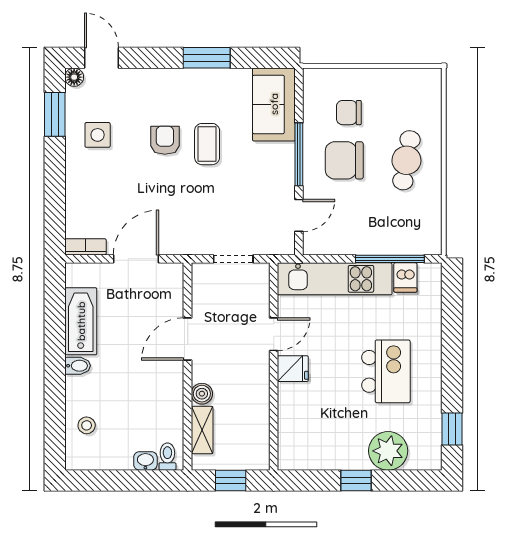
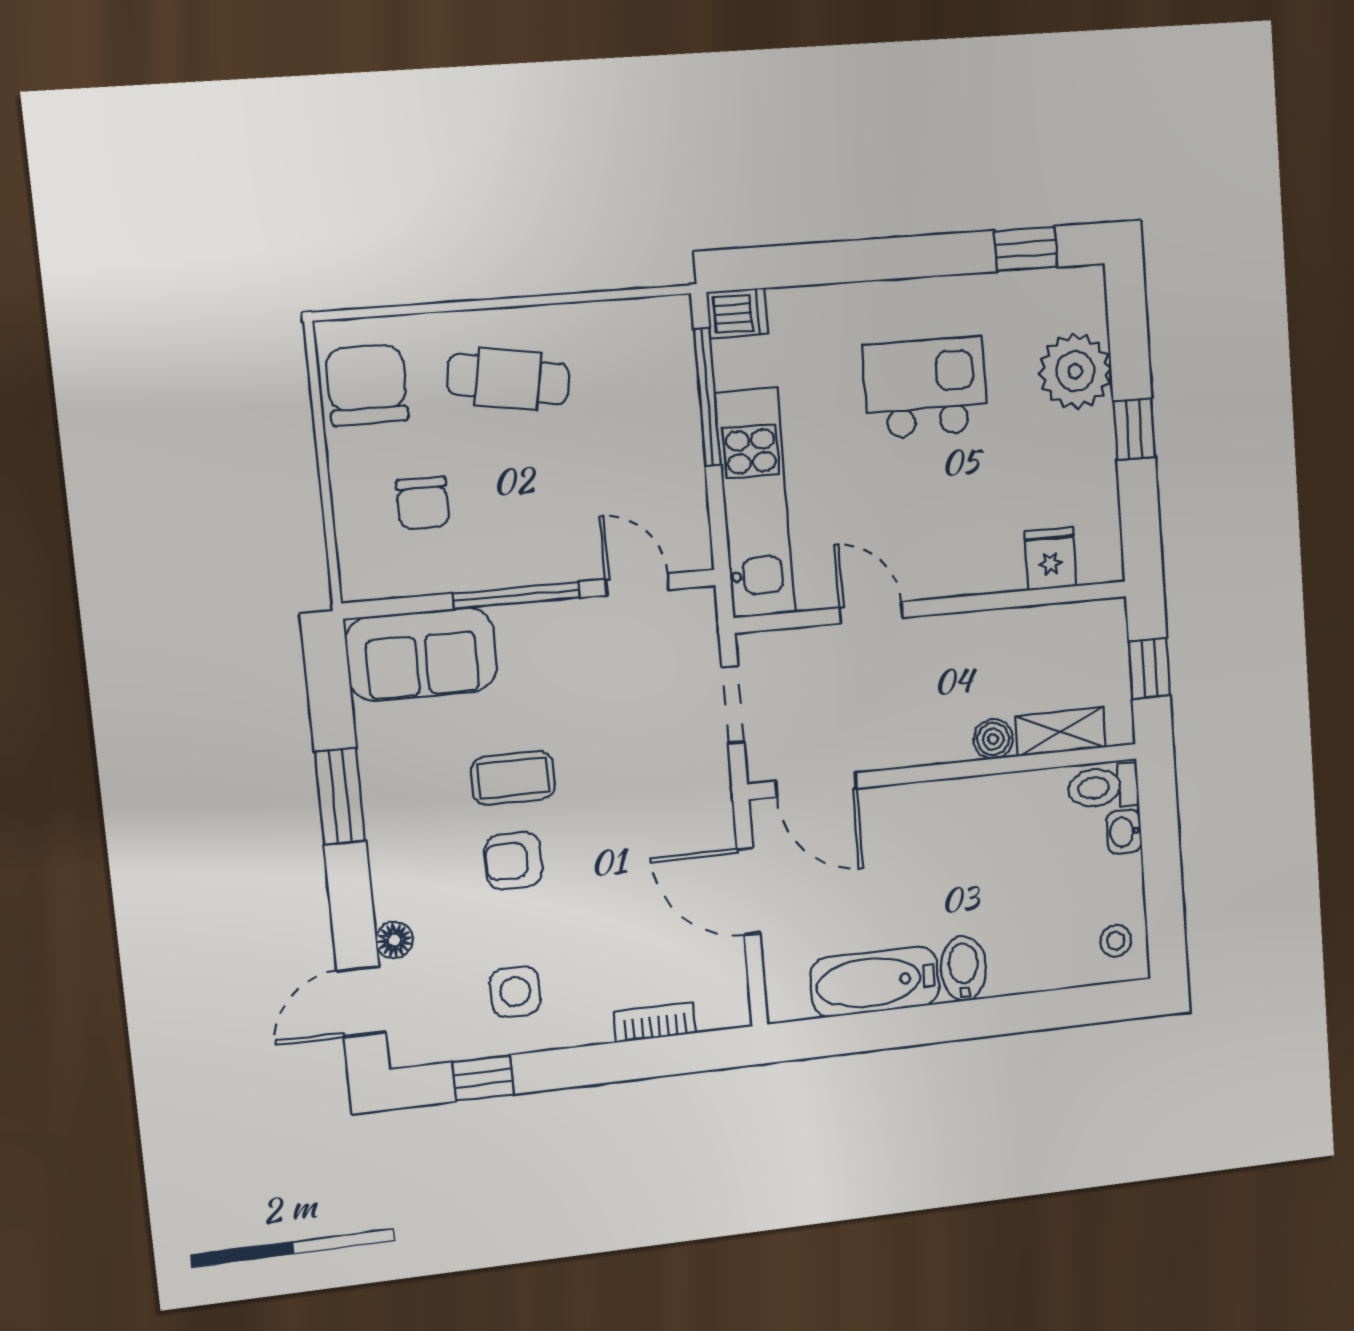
floor lamp: (74, 77) -> (394, 940), moved
window: (55, 114) -> (483, 1078), width x0.67
chair: (344, 160) -> (367, 385), moved, turned 180
bookcase: (85, 247) -> (655, 1022), moved, turned 90
dishwasher: (405, 277) -> (737, 313), moved
door: (188, 339) -> (816, 785), moved
bidet: (78, 366) -> (964, 969), width x1.38, depth x1.36
fridge: (293, 369) -> (1050, 559), moved
stool: (87, 425) -> (1116, 941), moved
toilet: (167, 457) -> (1103, 787), width x1.37, depth x1.39

